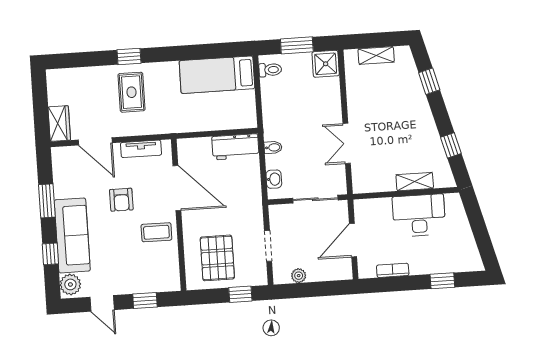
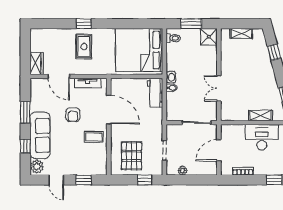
bed: (217, 75) -> (139, 50), width x2.04
workbench: (235, 147) -> (155, 93), moved, turned 90
washbasin: (274, 179) -> (171, 77), moved

